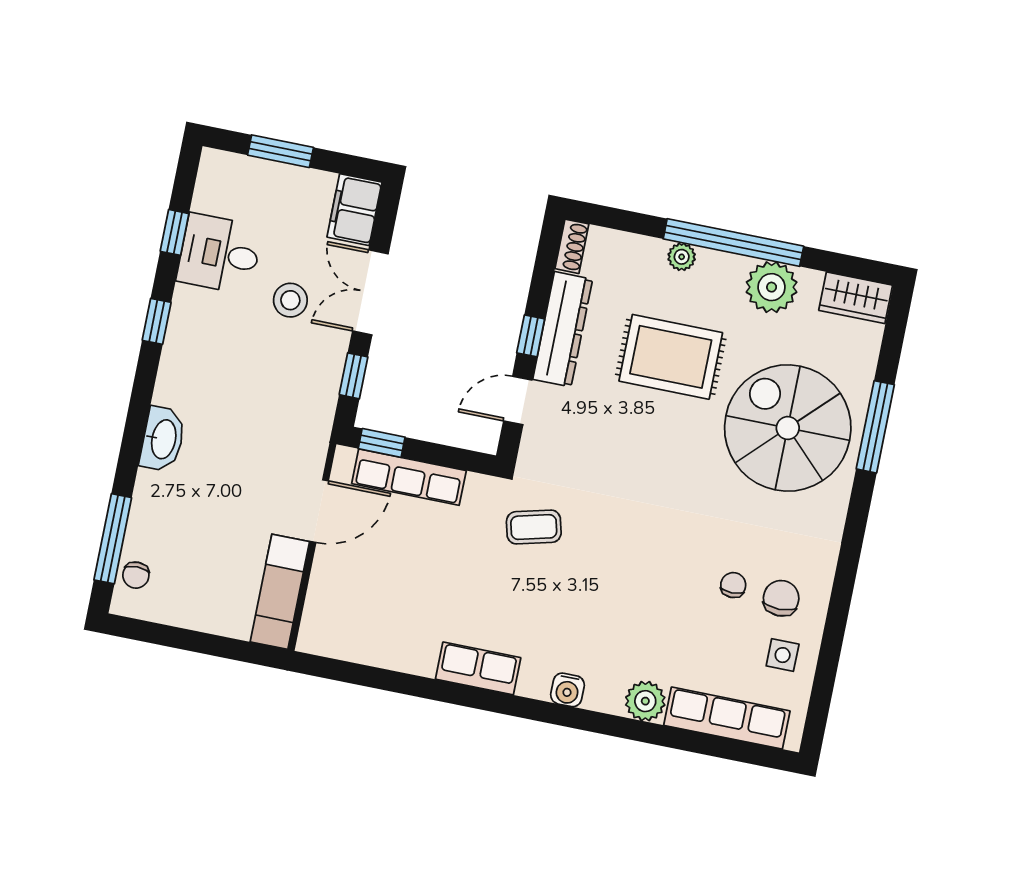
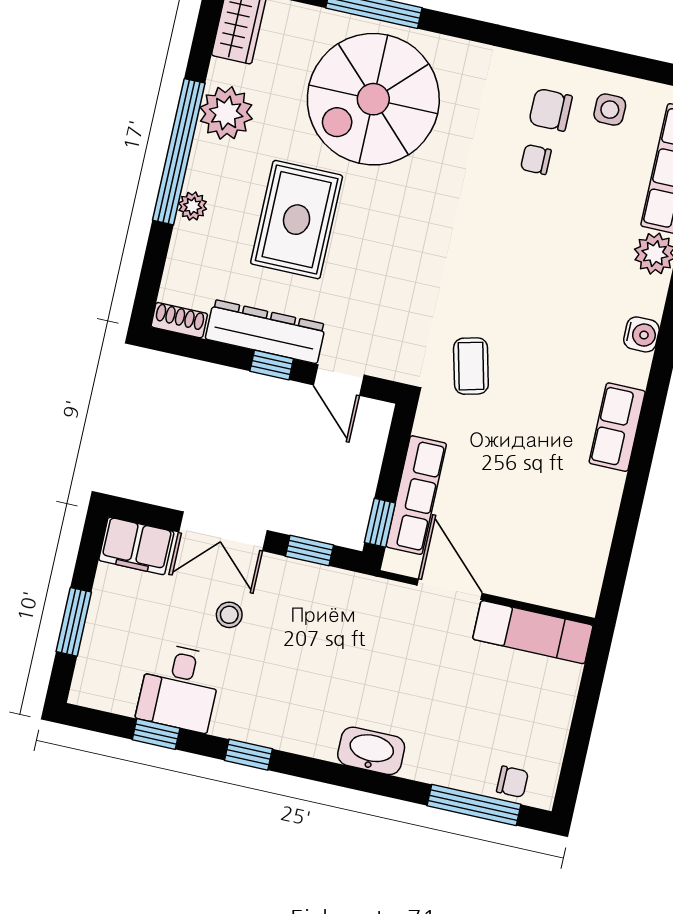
stool: (290, 300) -> (229, 615), width x0.73, depth x0.73

